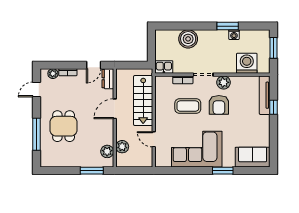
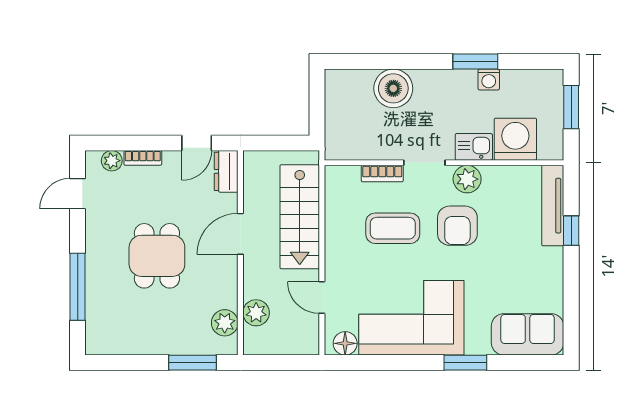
kitchen sink: (164, 67) -> (474, 147), moved
dining table: (64, 126) -> (157, 256), moved
floor lamp: (165, 161) -> (345, 343), added

